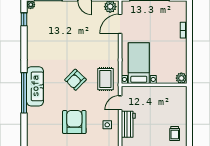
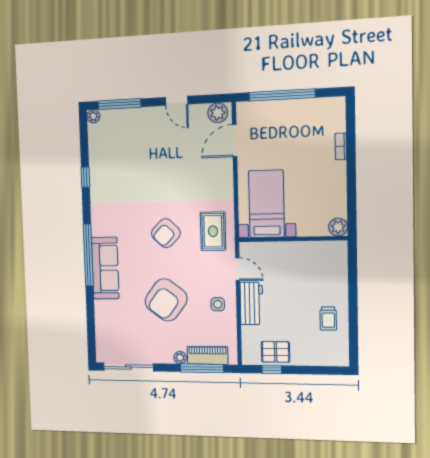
window: (24, 19) -> (85, 177), moved
sofa: (35, 86) -> (105, 268), moved
door: (120, 103) -> (238, 269), swing flipped
armchair: (74, 122) -> (166, 300), turned -143

